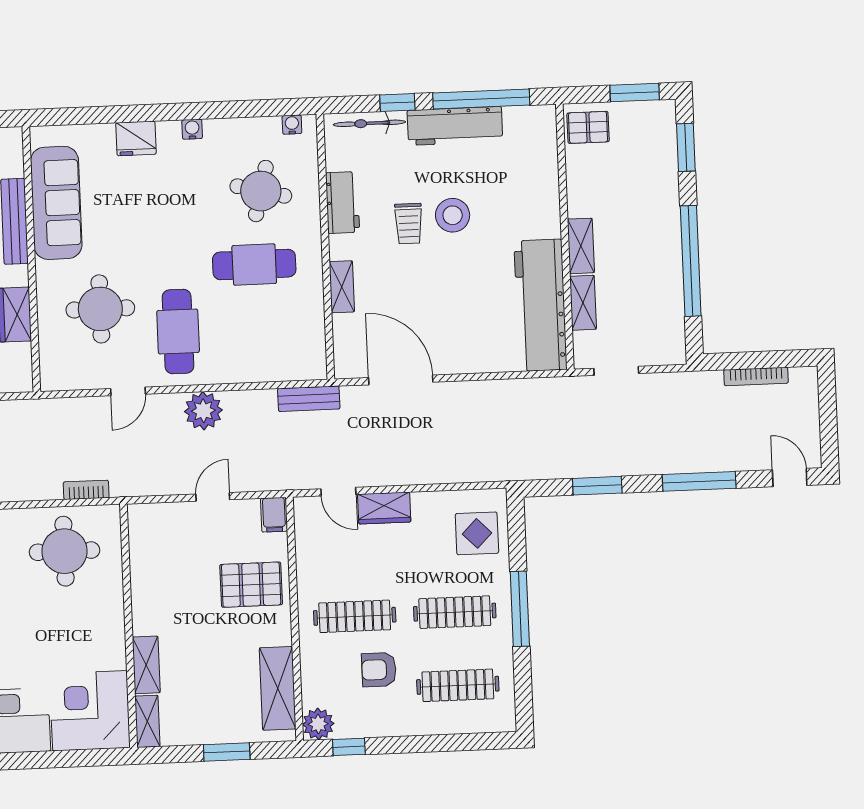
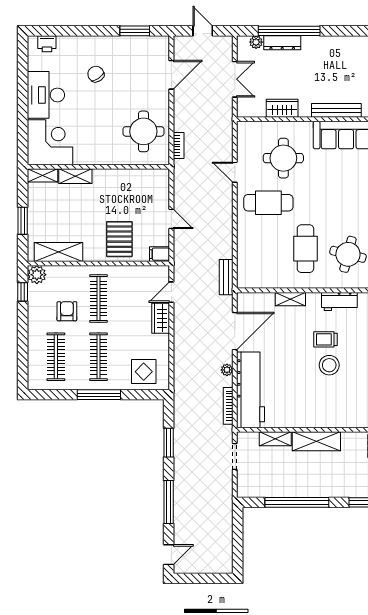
shelving: (581, 246) -> (316, 441), width x1.50, depth x1.33
workbench: (541, 305) -> (251, 390), moved, turned 90
bookcase: (756, 376) -> (228, 406), moved
plant: (203, 411) -> (227, 370), moved, width x0.53, depth x0.53

